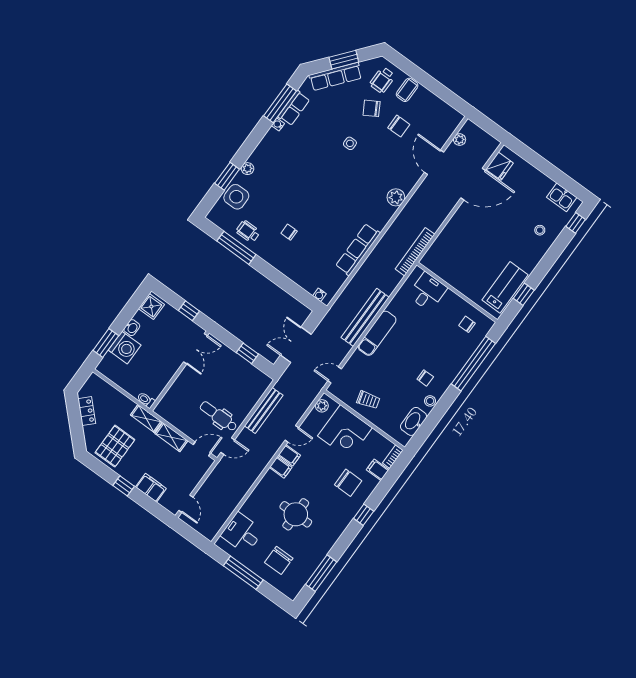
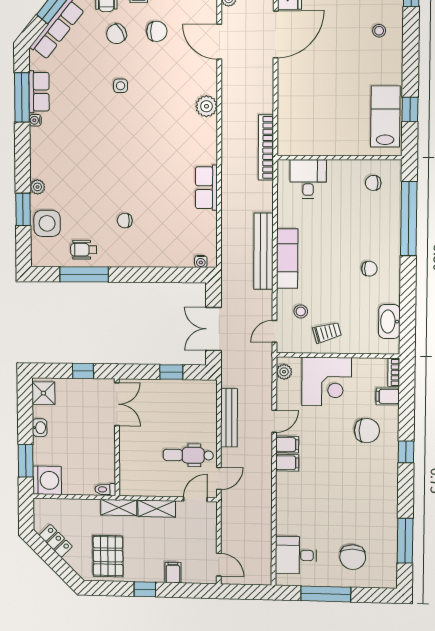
row of seats: (358, 250) -> (206, 188), width x0.68
washing machine: (125, 348) -> (47, 480), moved
stool: (430, 401) -> (301, 311), moved
filing cabinet: (151, 488) -> (173, 573), width x0.50
round table: (296, 514) -> (337, 499), removed

